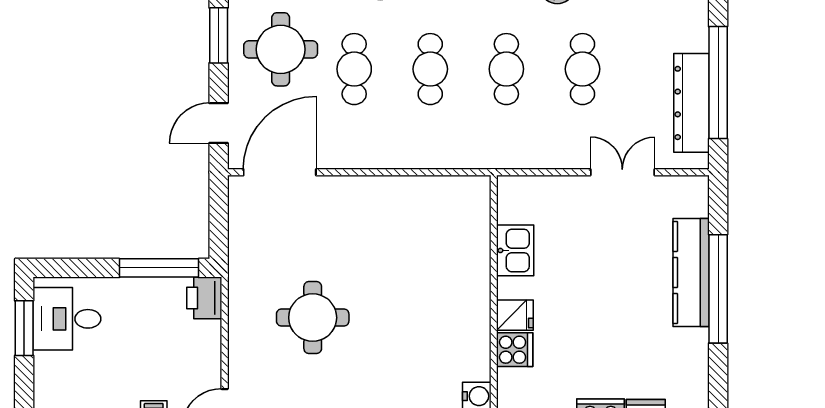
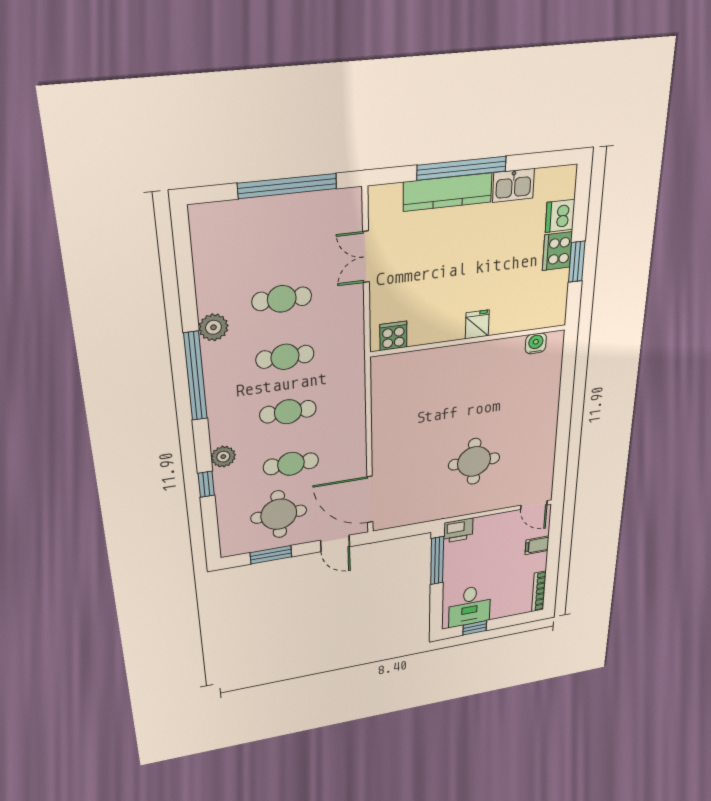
dresser: (691, 103) -> (306, 207), removed
kitchen sink: (515, 250) -> (513, 185), moved, turned 180
window: (24, 328) -> (475, 628), width x0.67
cooker: (515, 350) -> (393, 336), moved

